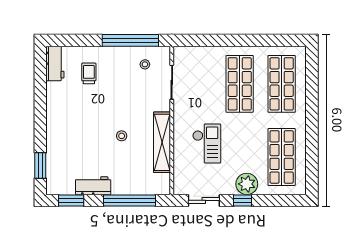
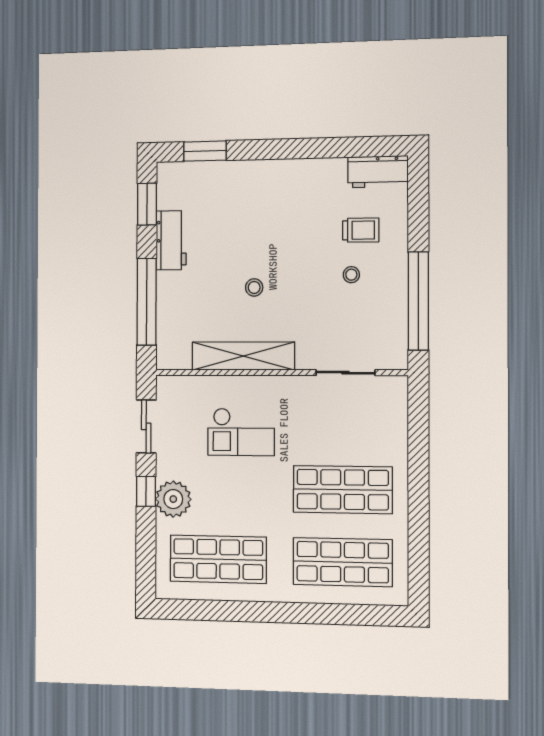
stool: (145, 64) -> (351, 275), moved

